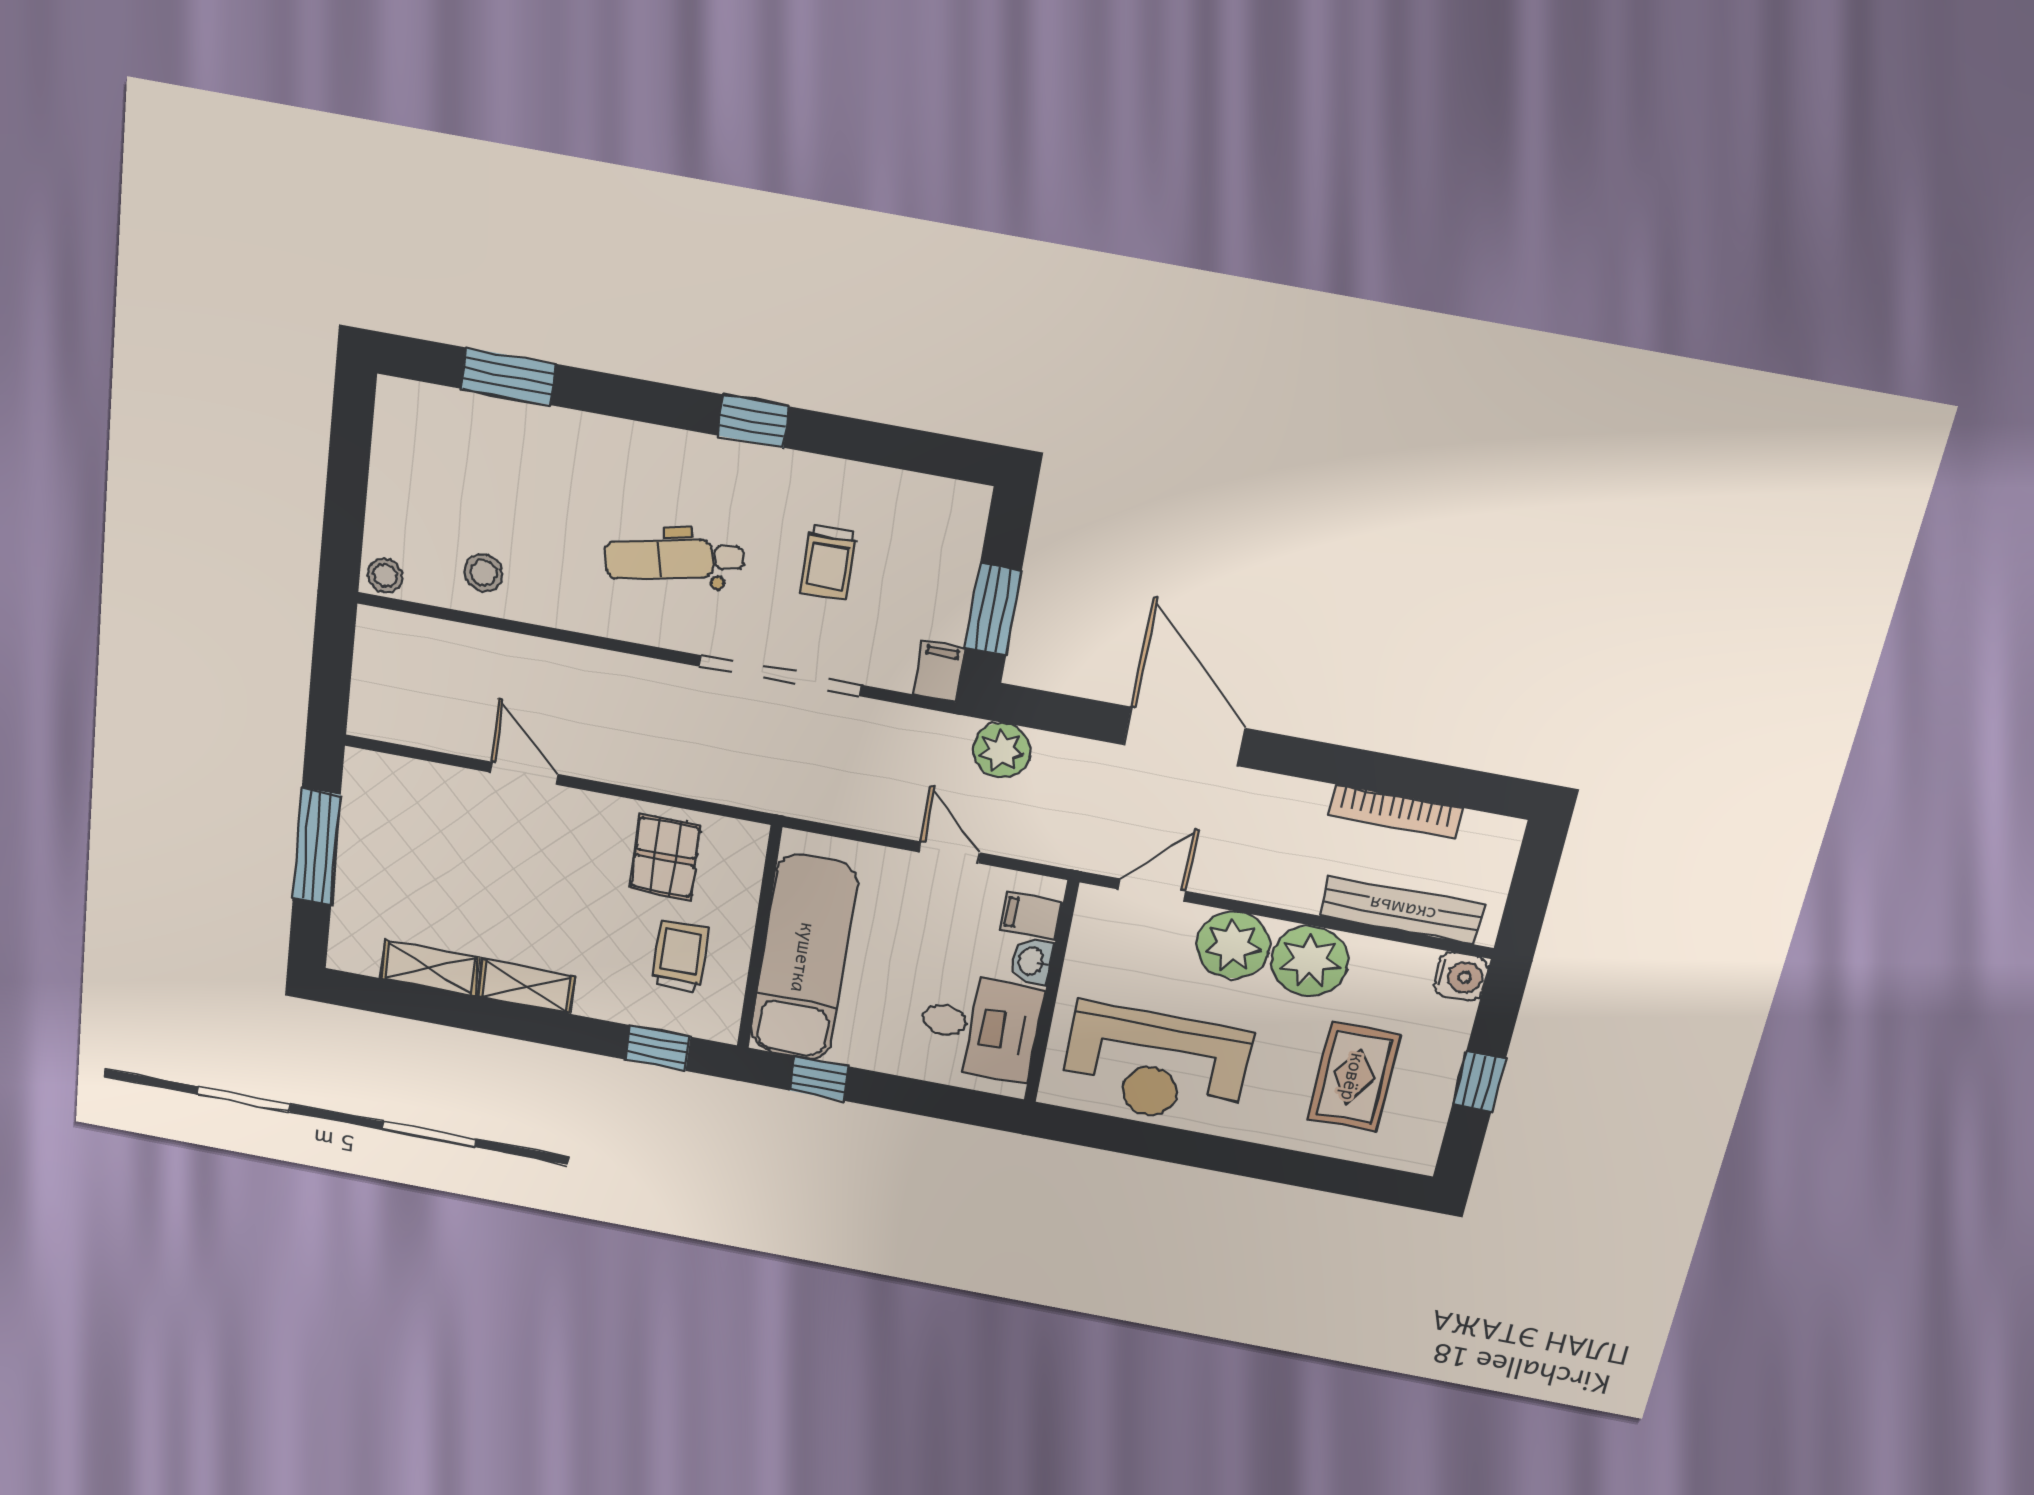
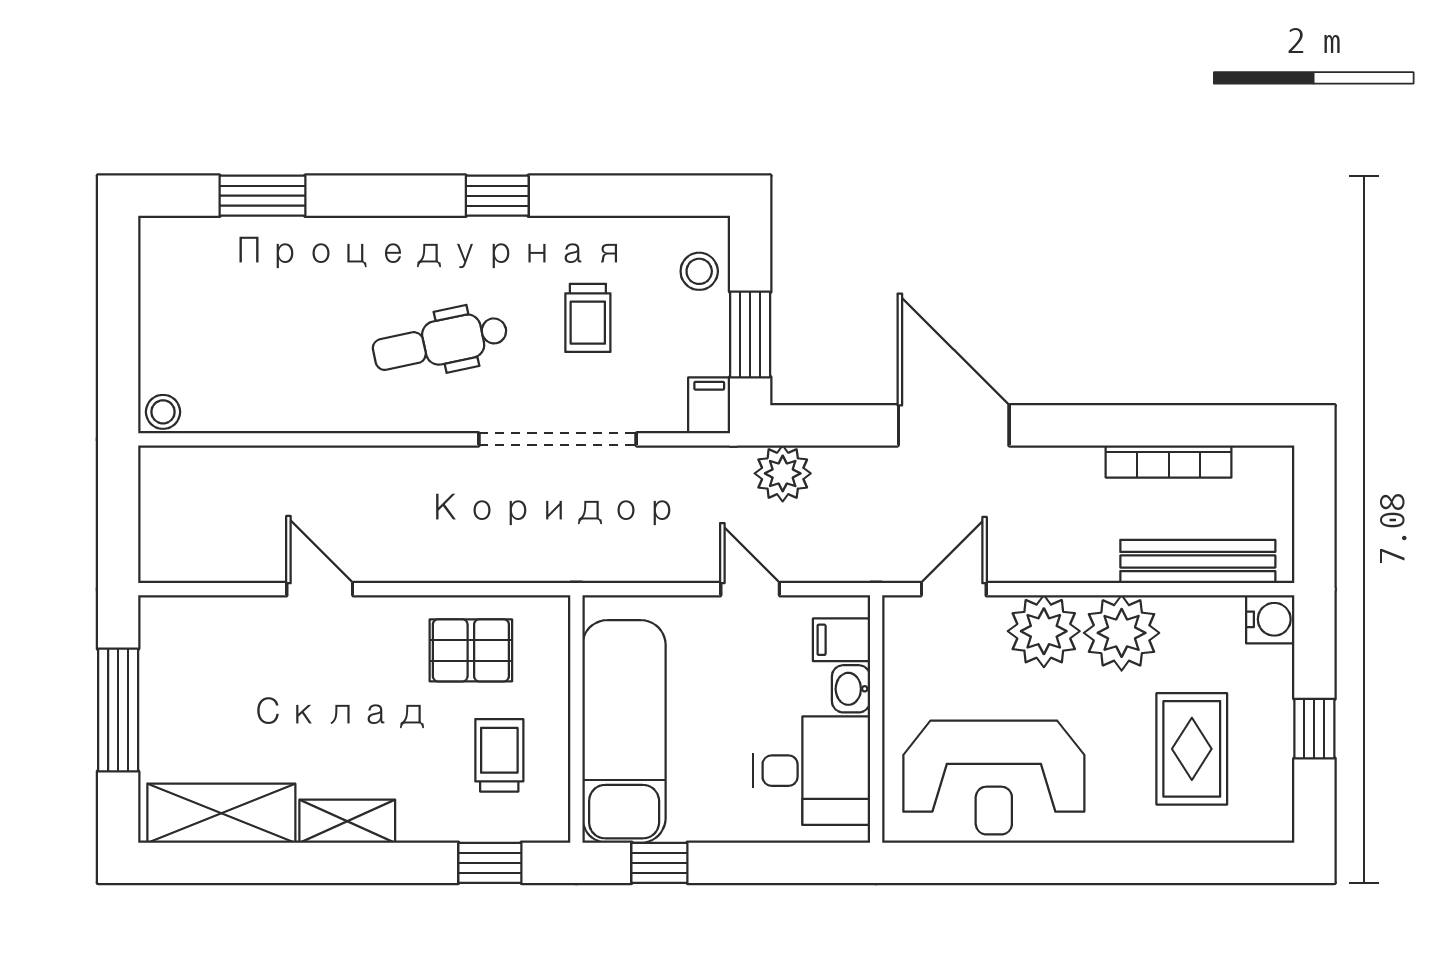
stool: (484, 573) -> (699, 271), moved
pallet: (665, 857) -> (471, 650), turned 90
shelving: (430, 968) -> (221, 813), width x1.50, depth x1.33

